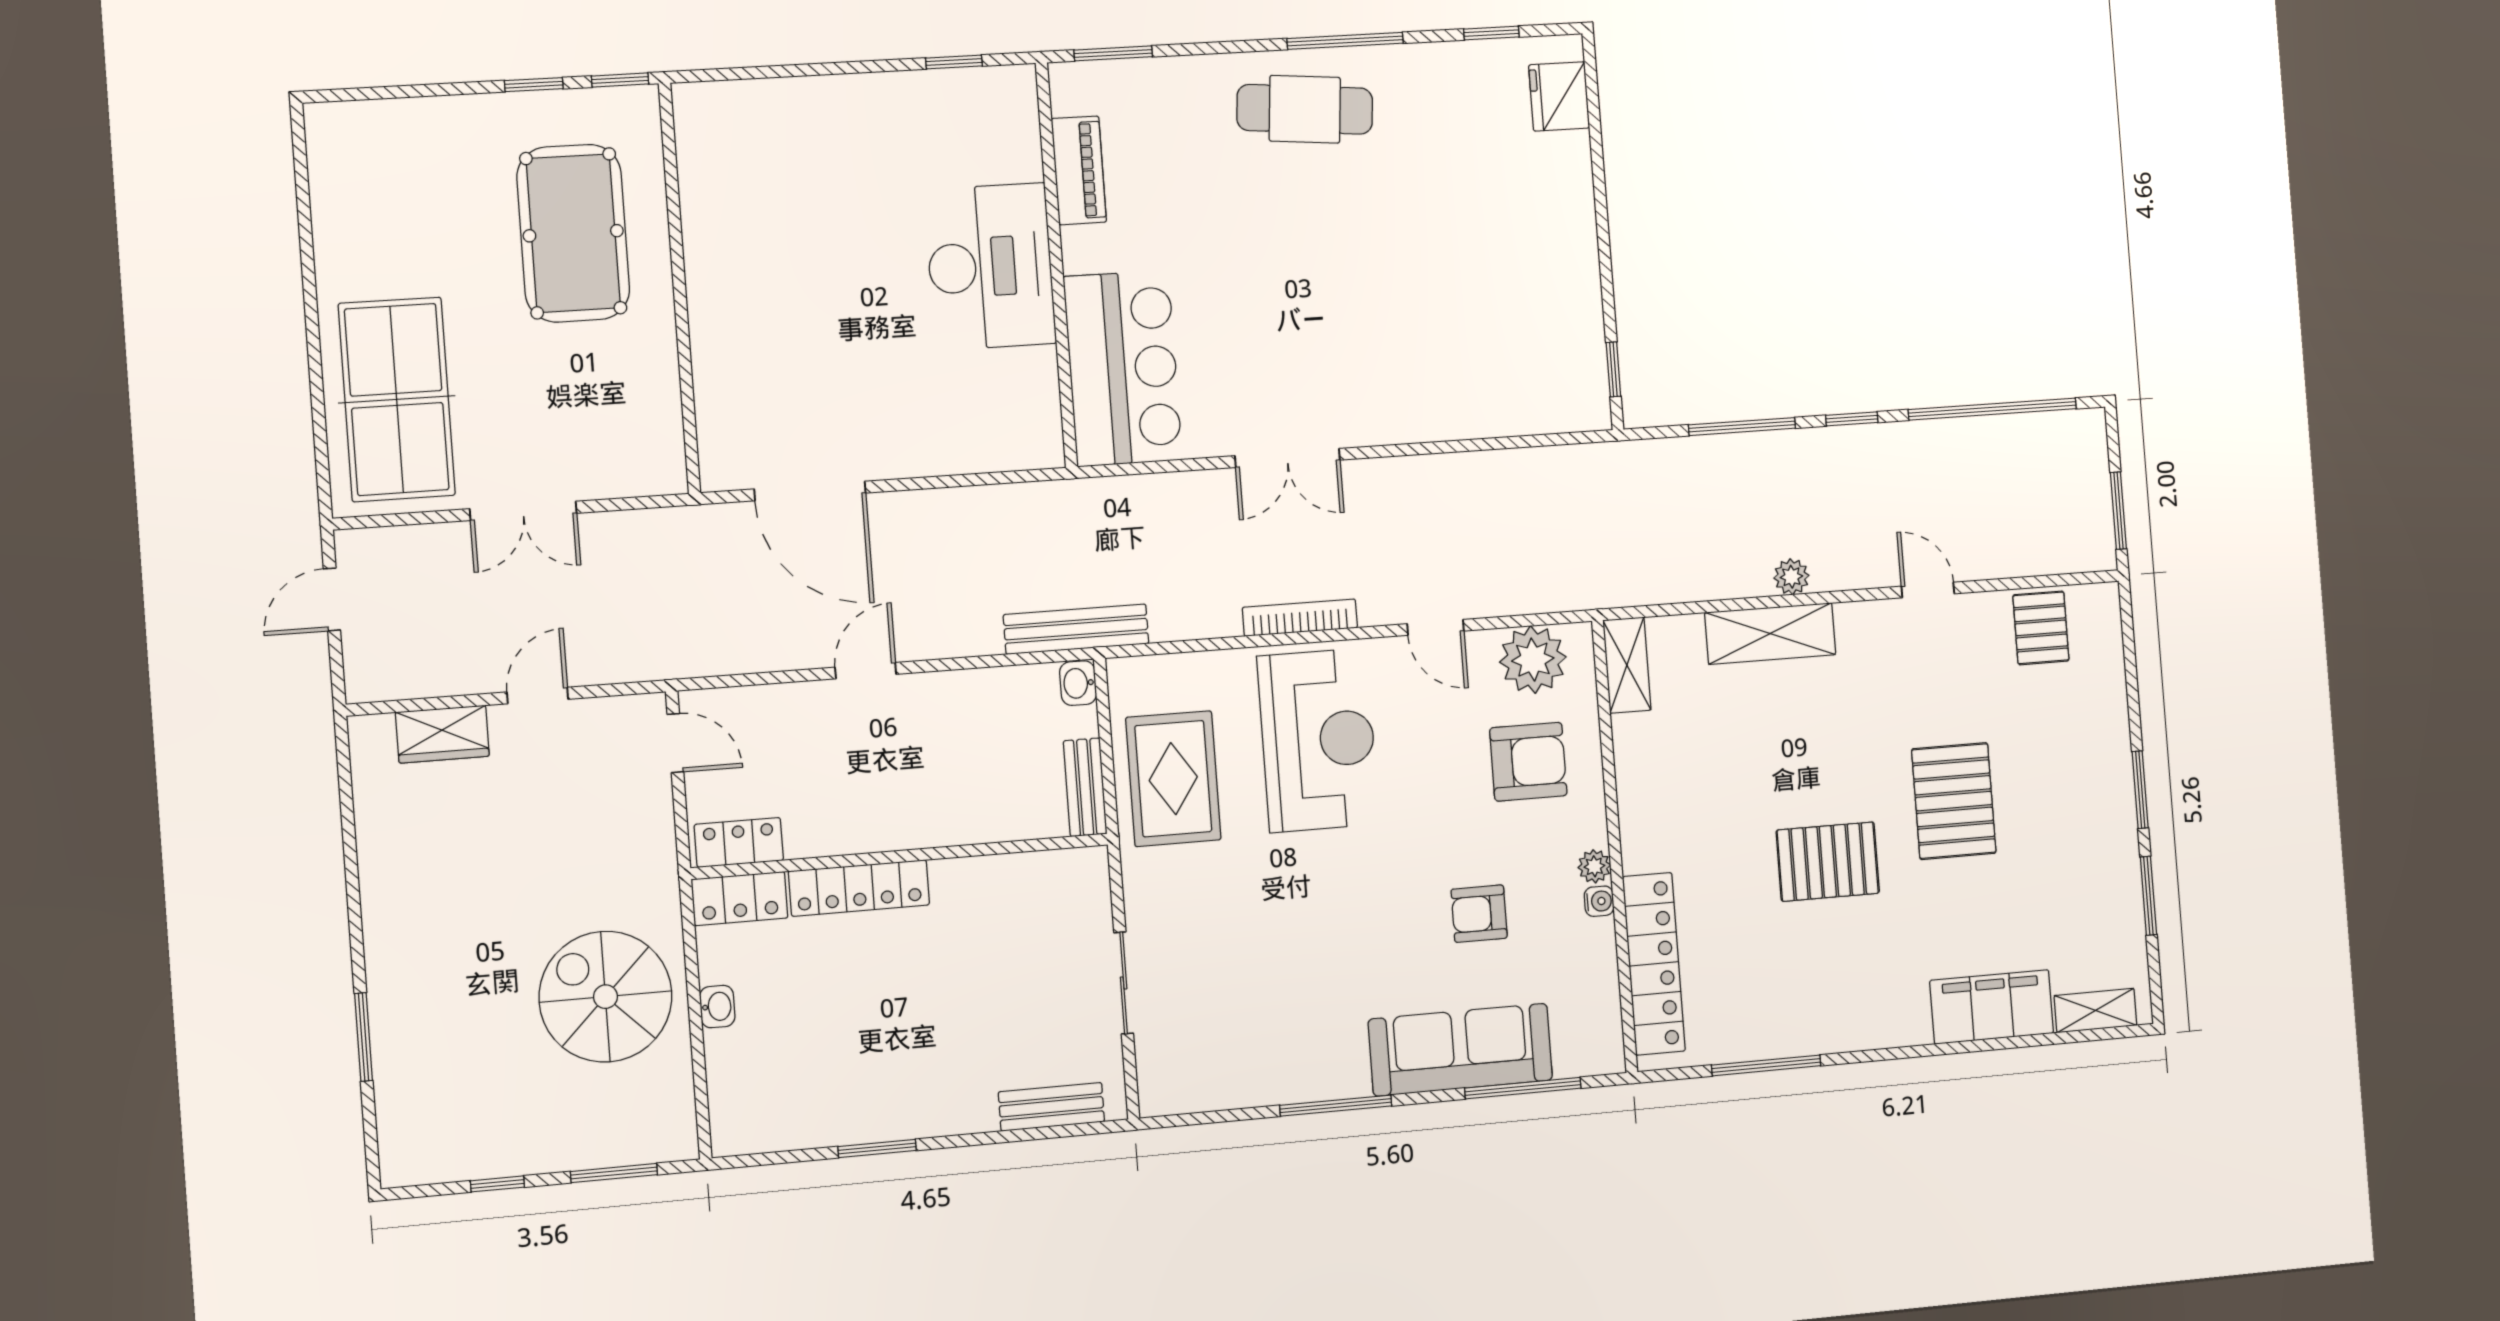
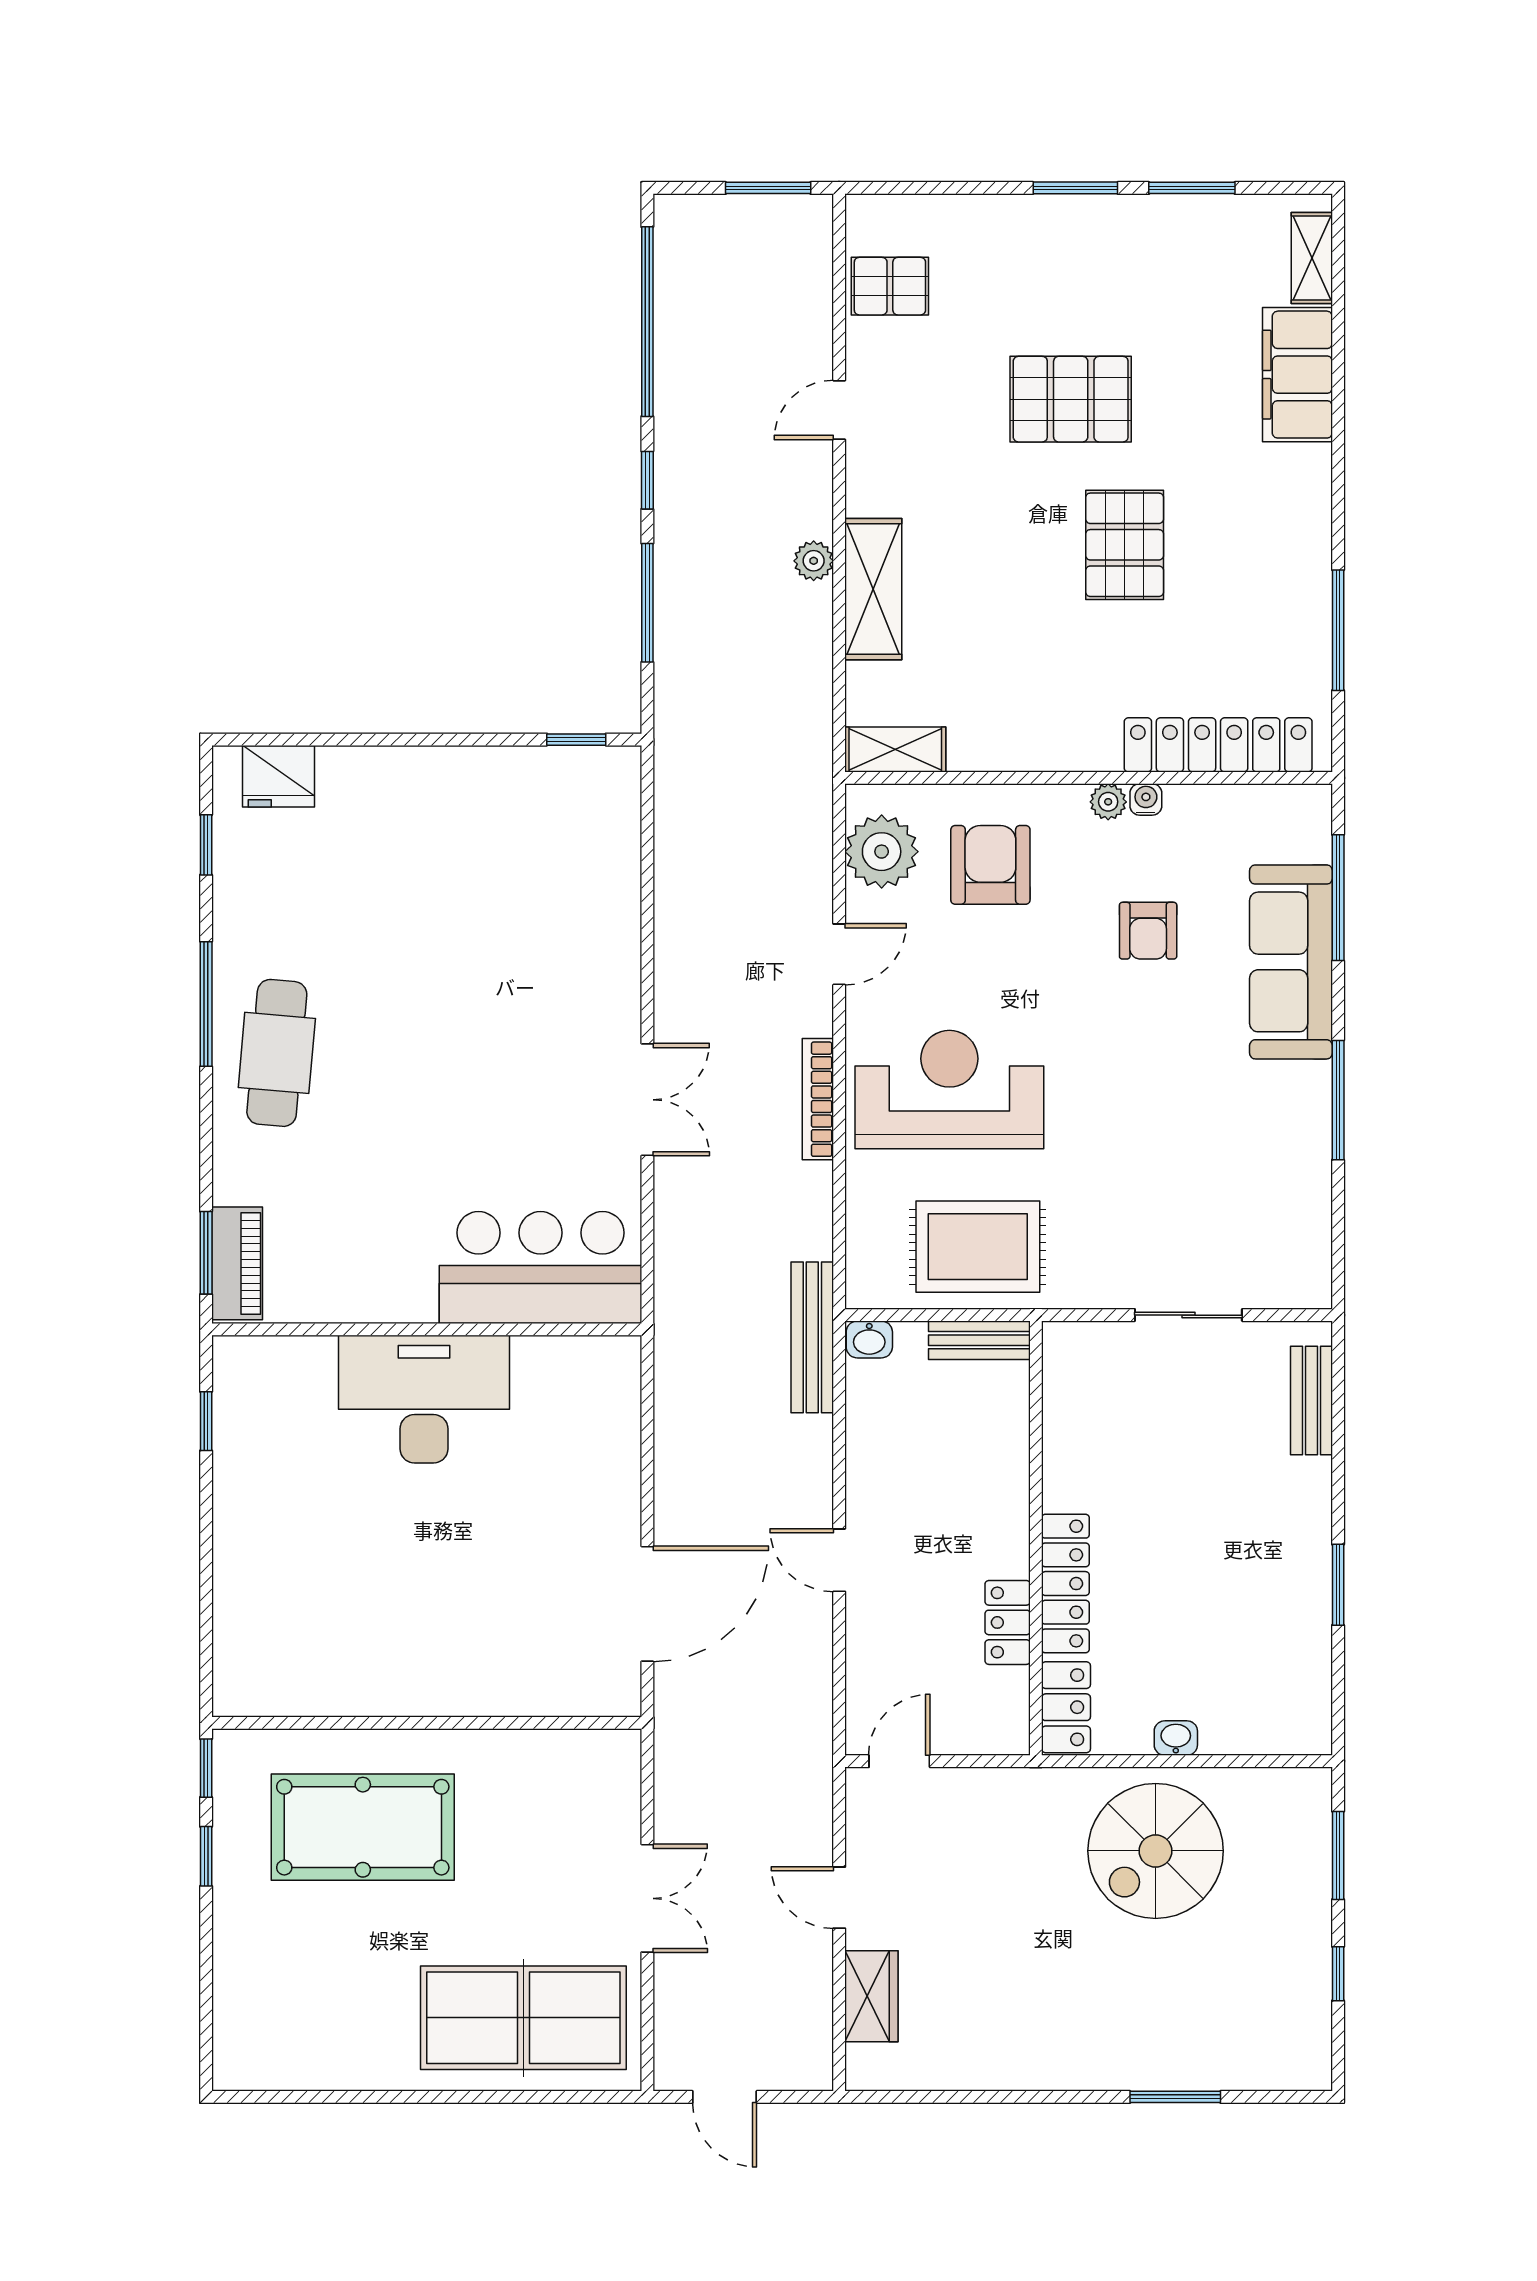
piano: (1079, 170) -> (237, 1263), moved, turned 90
locker: (739, 842) -> (1008, 1622), moved

